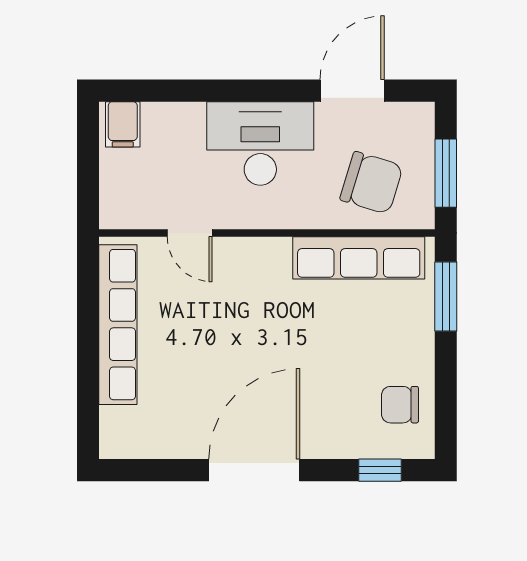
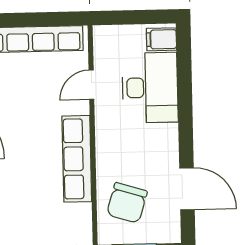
desk: (260, 143) -> (150, 88), moved
row of seats: (359, 258) -> (77, 159), moved

